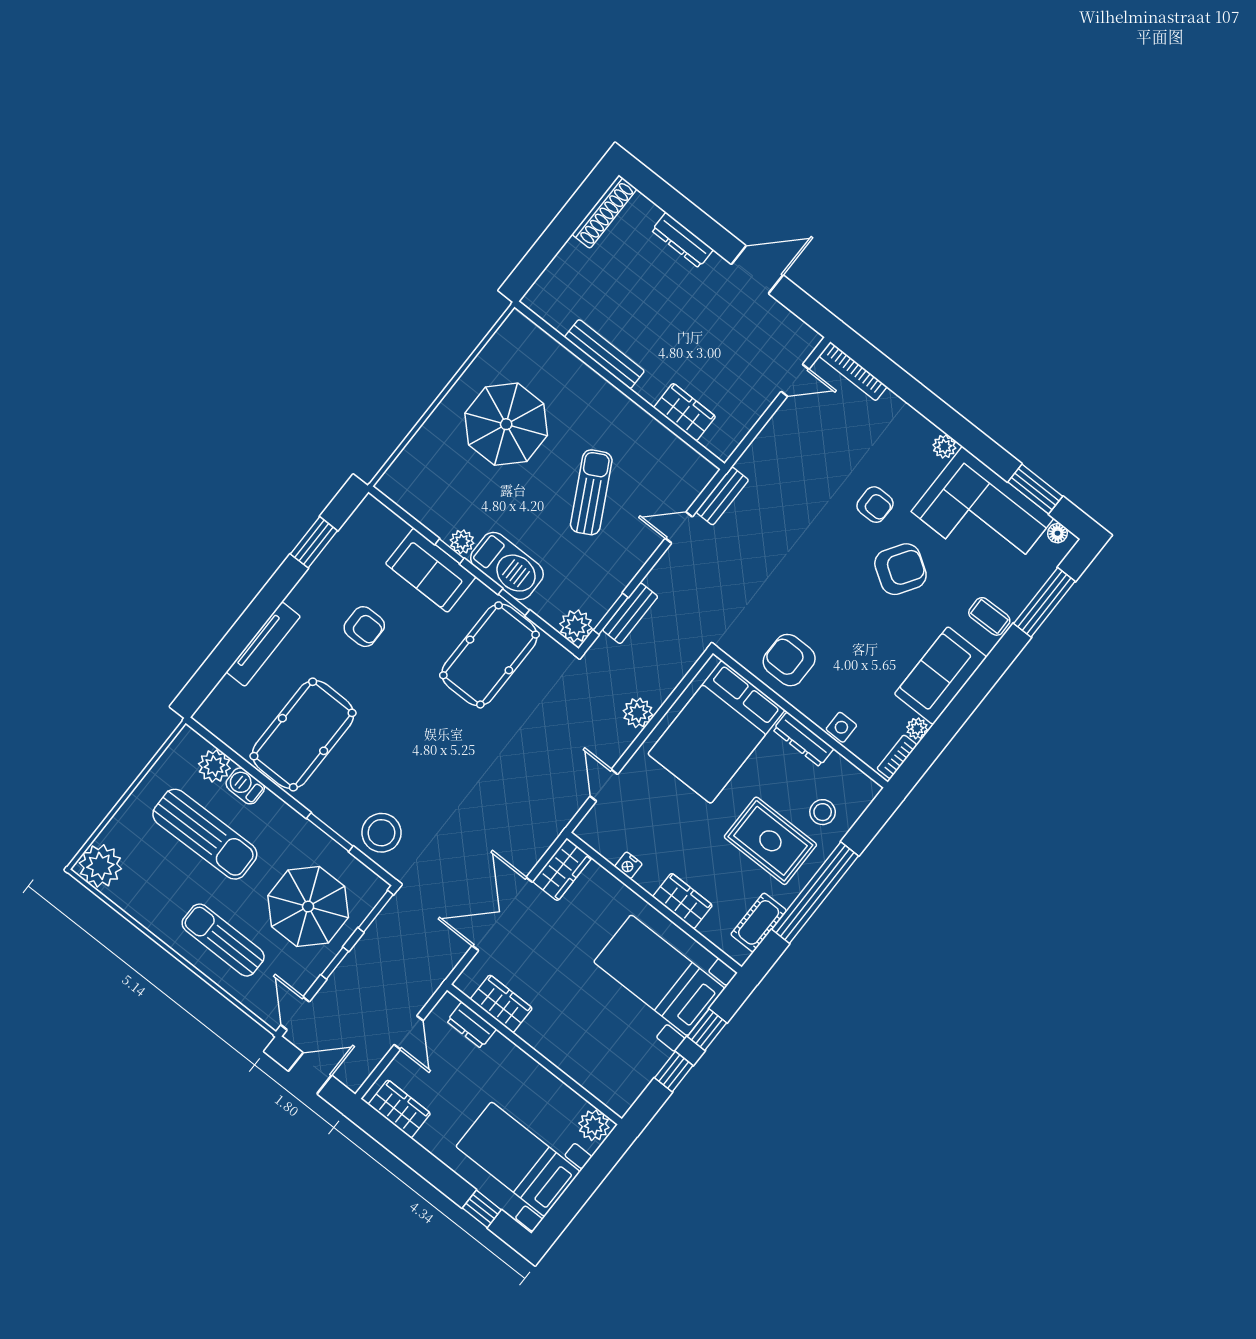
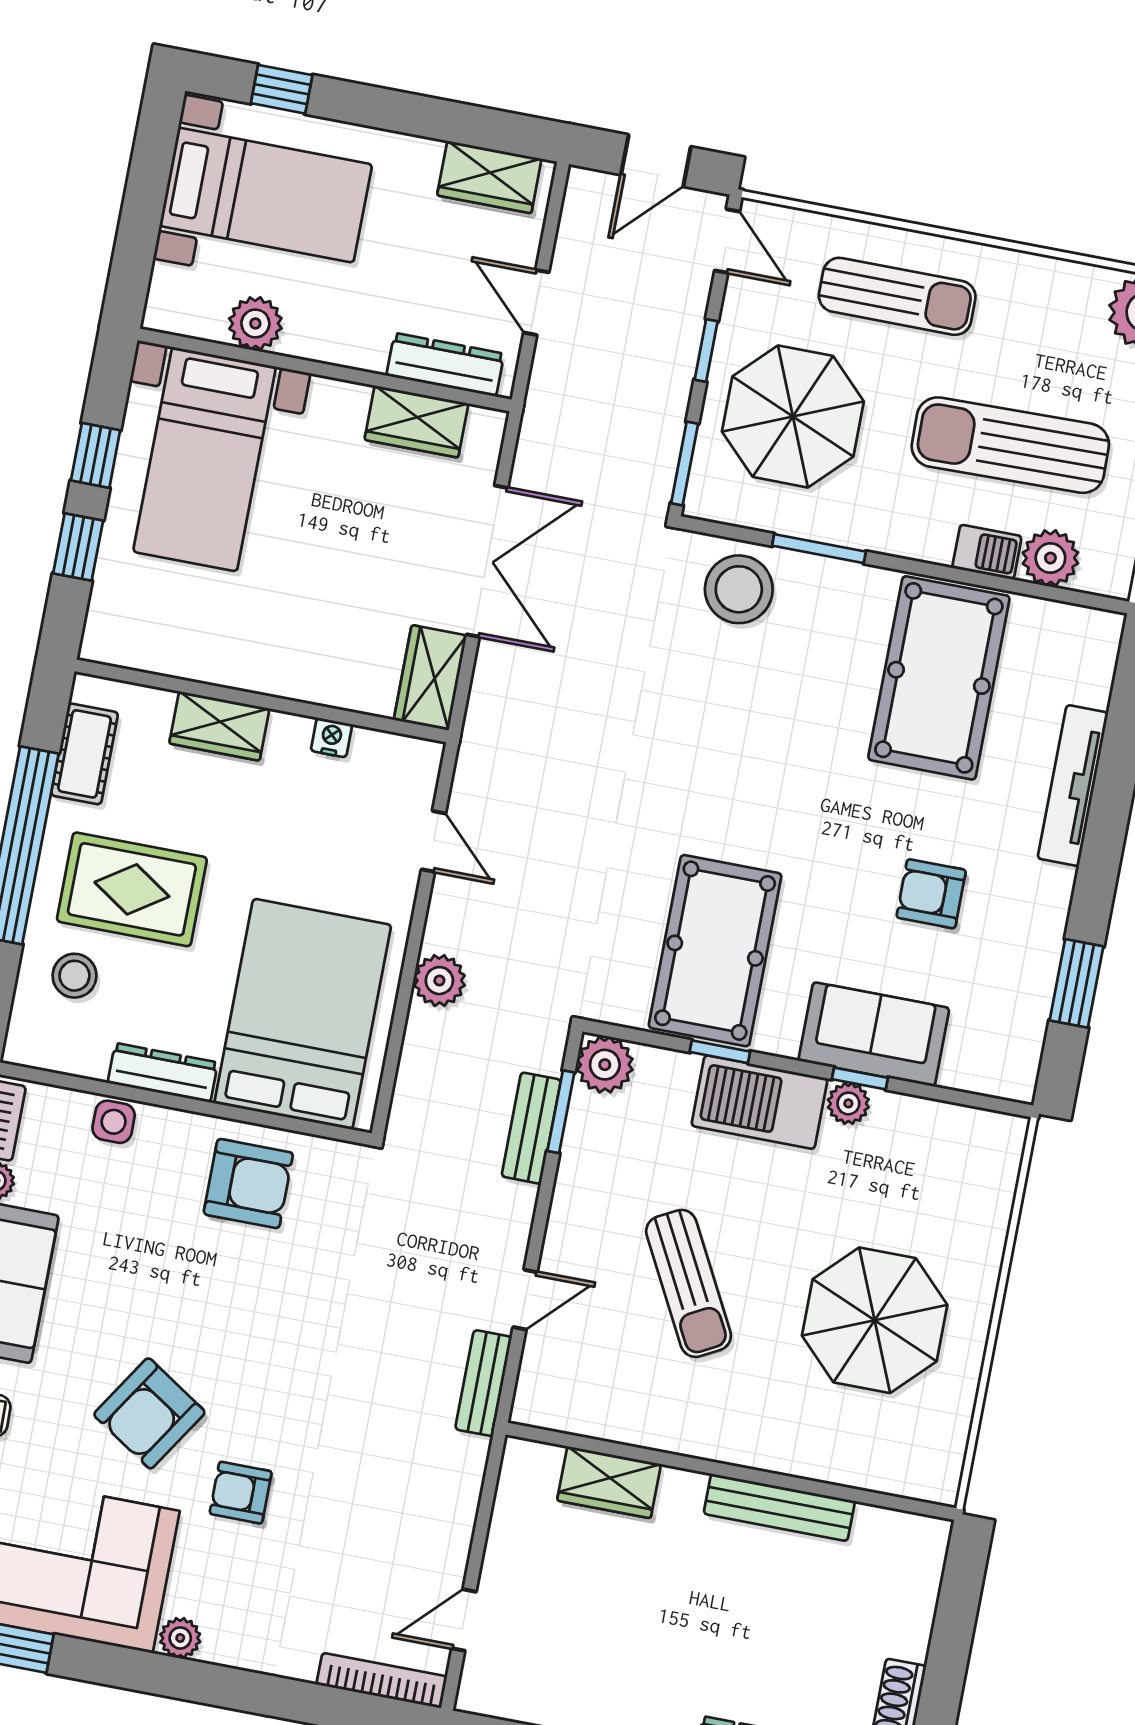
bed with nightstands: (659, 975) -> (205, 459), moved, turned 90
dresser: (471, 1025) -> (445, 365), width x1.44
plant: (594, 1125) -> (255, 323), moved

